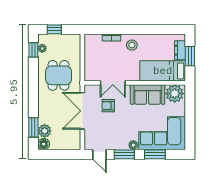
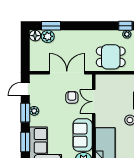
dining table: (59, 75) -> (111, 57), moved
plant: (133, 145) -> (34, 111), moved

